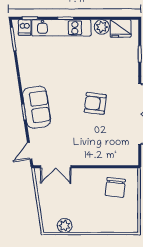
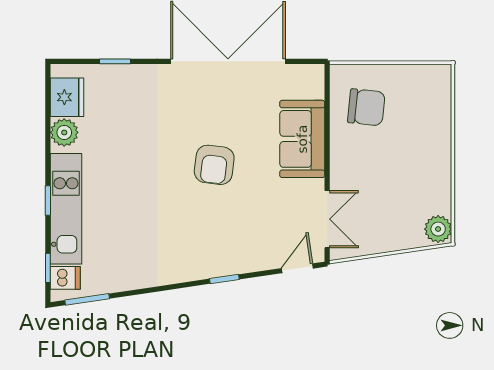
armchair: (95, 103) -> (214, 165), moved
sofa: (37, 107) -> (302, 139), moved, turned -82
door: (30, 151) -> (297, 268), swing flipped
plant: (65, 226) -> (438, 229), moved

